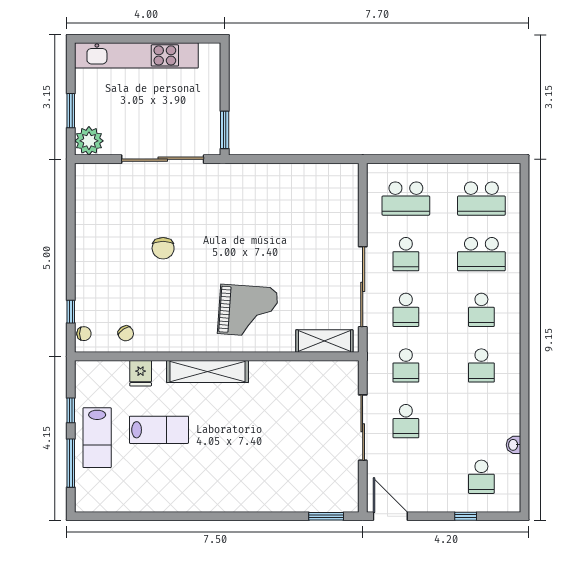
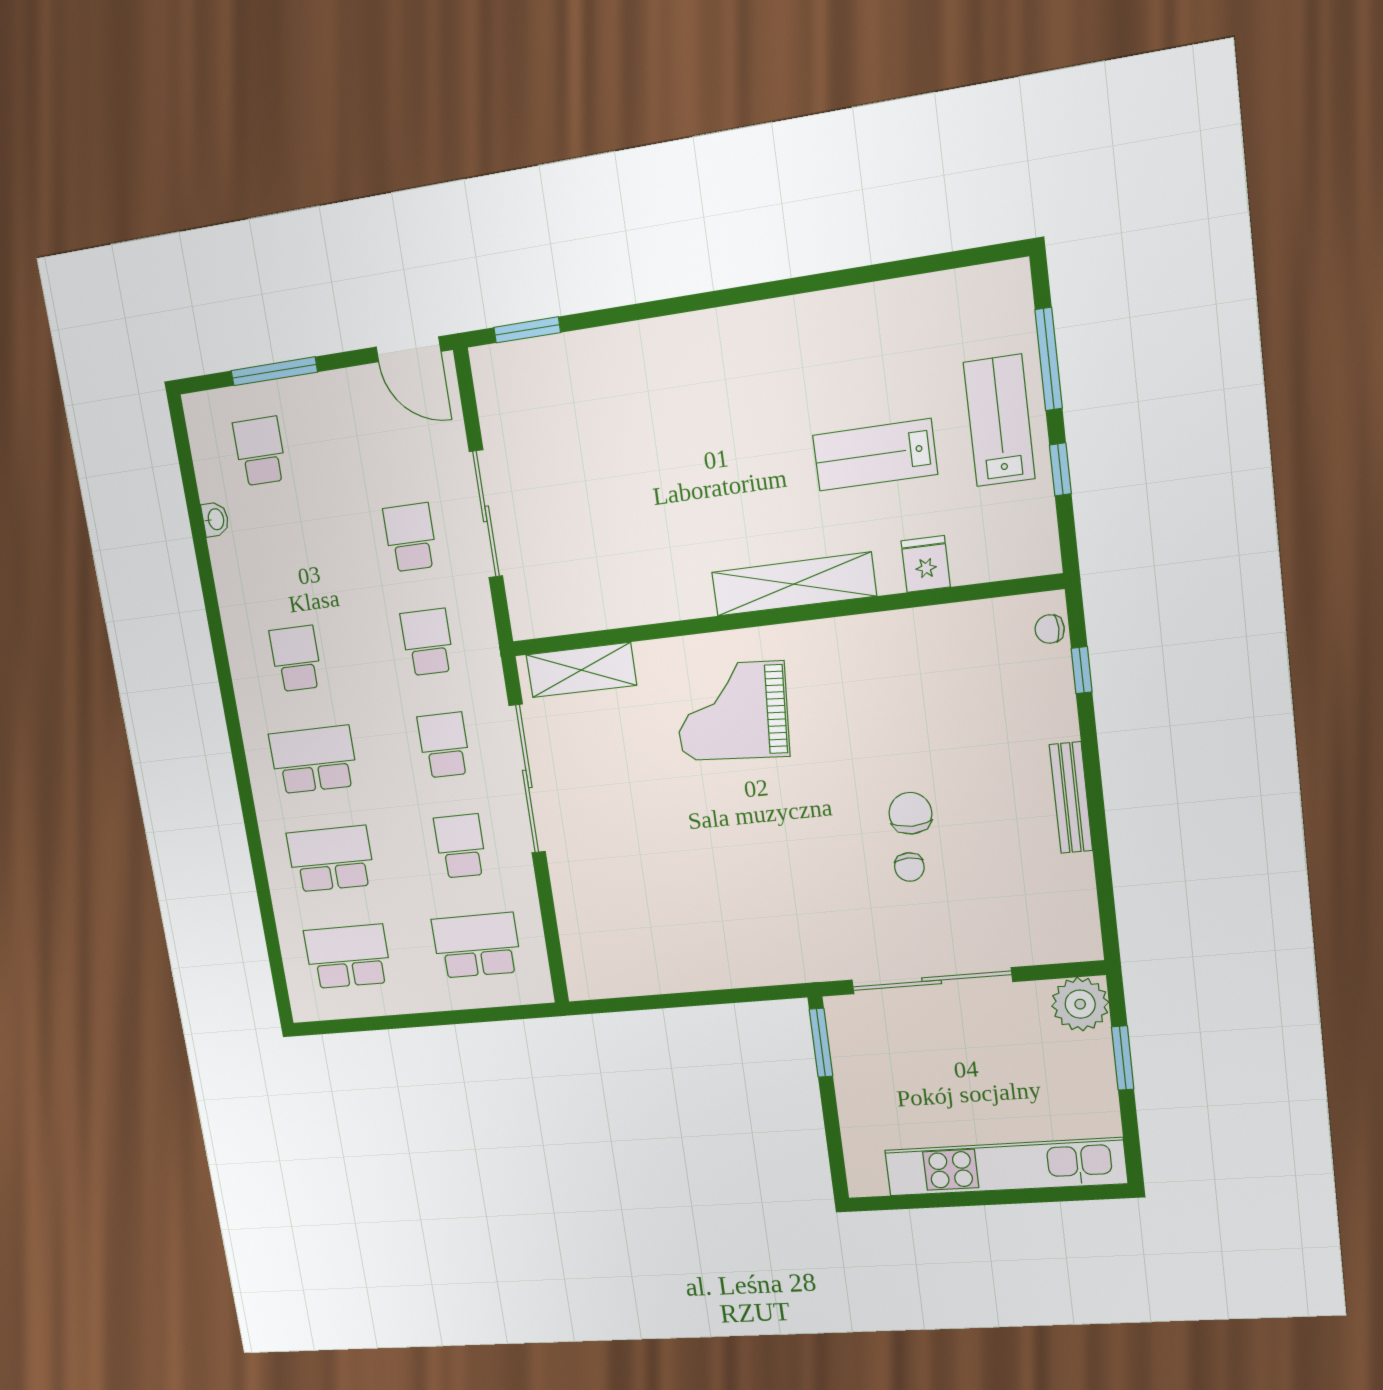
bench: (82, 248) -> (1071, 798), added
school desk: (481, 310) -> (314, 760), width x1.85
chair: (126, 333) -> (909, 867), moved, turned -146
window: (466, 516) -> (274, 371), width x2.17

